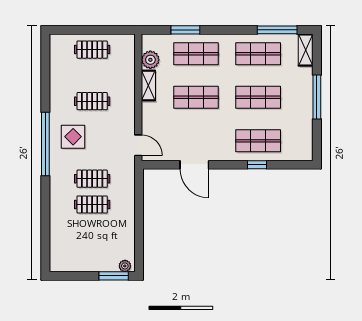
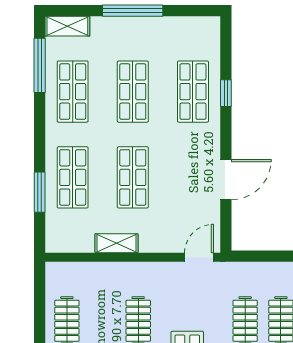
plant: (150, 60) -> (81, 240), removed

